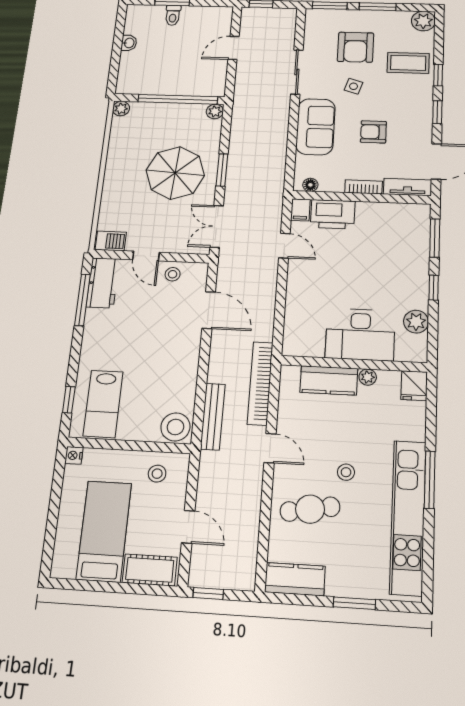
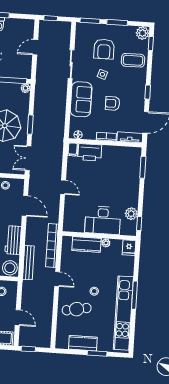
window: (438, 75) -> (151, 44), moved
door: (284, 246) -> (63, 187), moved
window: (434, 288) -> (139, 223), moved
workbench: (184, 374) -> (13, 240), added
kitchen counter: (295, 579) -> (83, 343), moved

